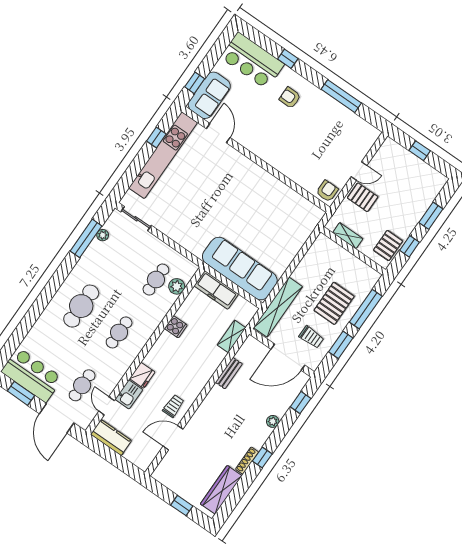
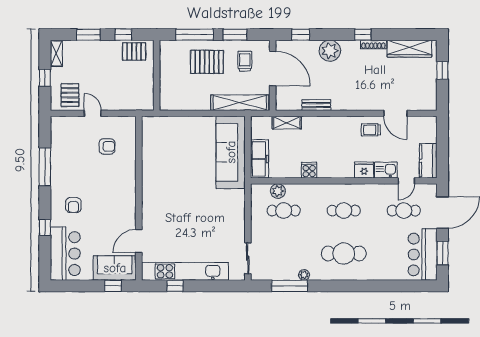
armchair: (327, 191) -> (107, 146), moved, turned 180
pallet: (363, 197) -> (70, 95), moved
plant: (103, 235) -> (304, 275), moved
shelving: (348, 236) -> (56, 53), moved
plant: (273, 421) -> (330, 51), width x1.87, depth x1.87

